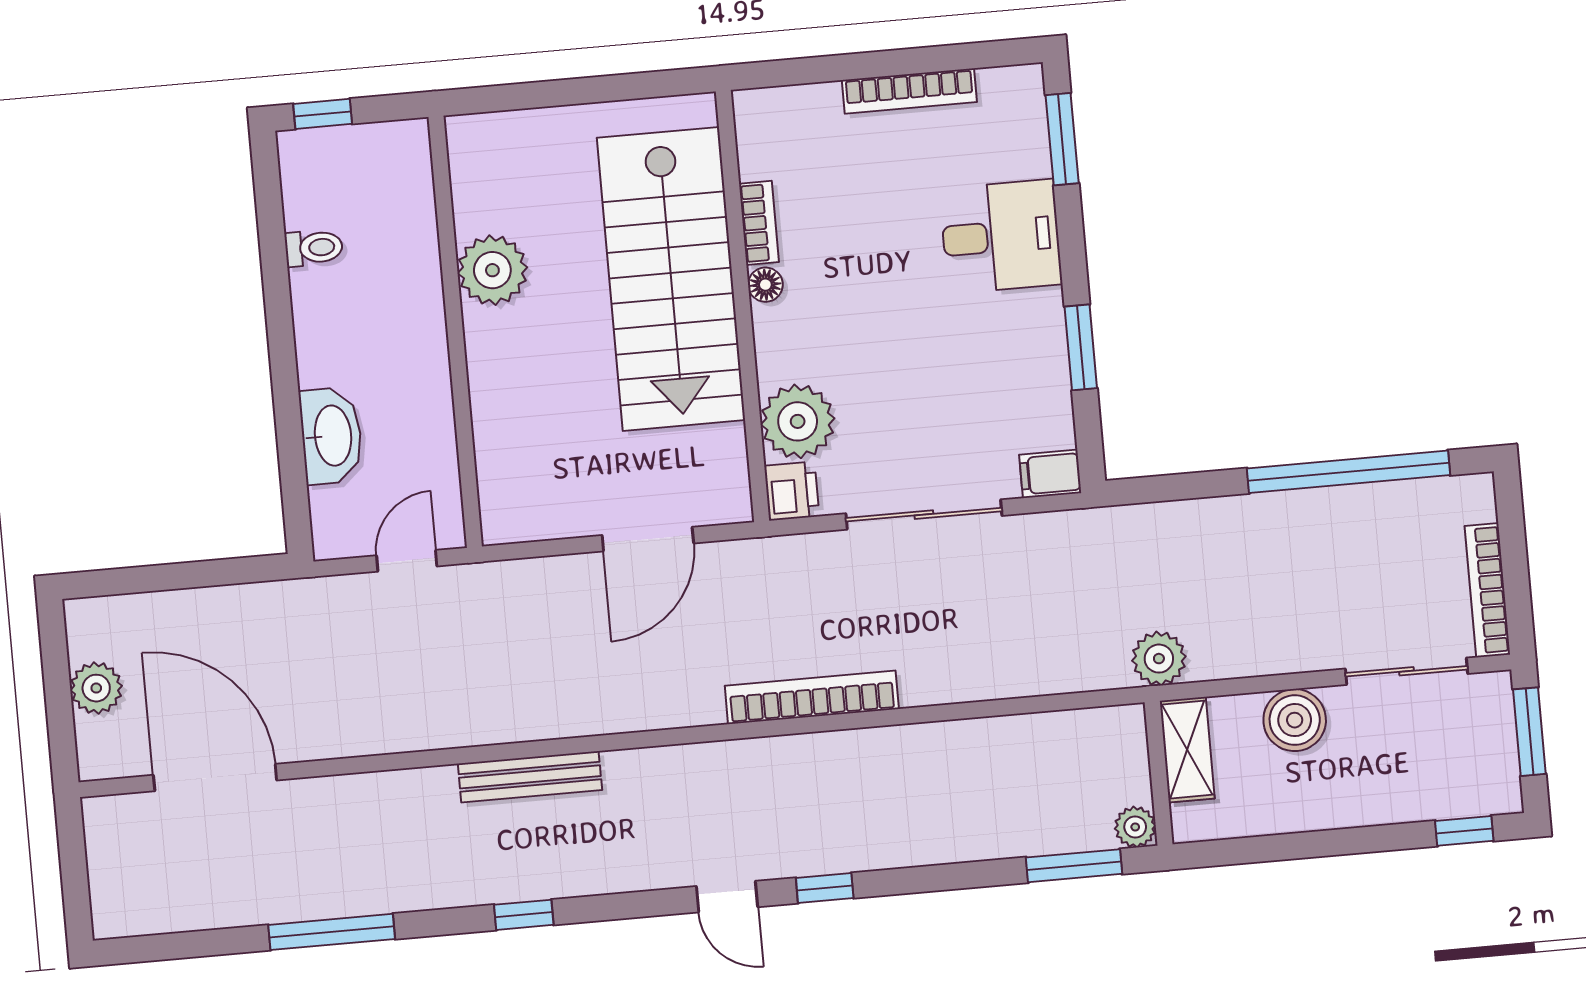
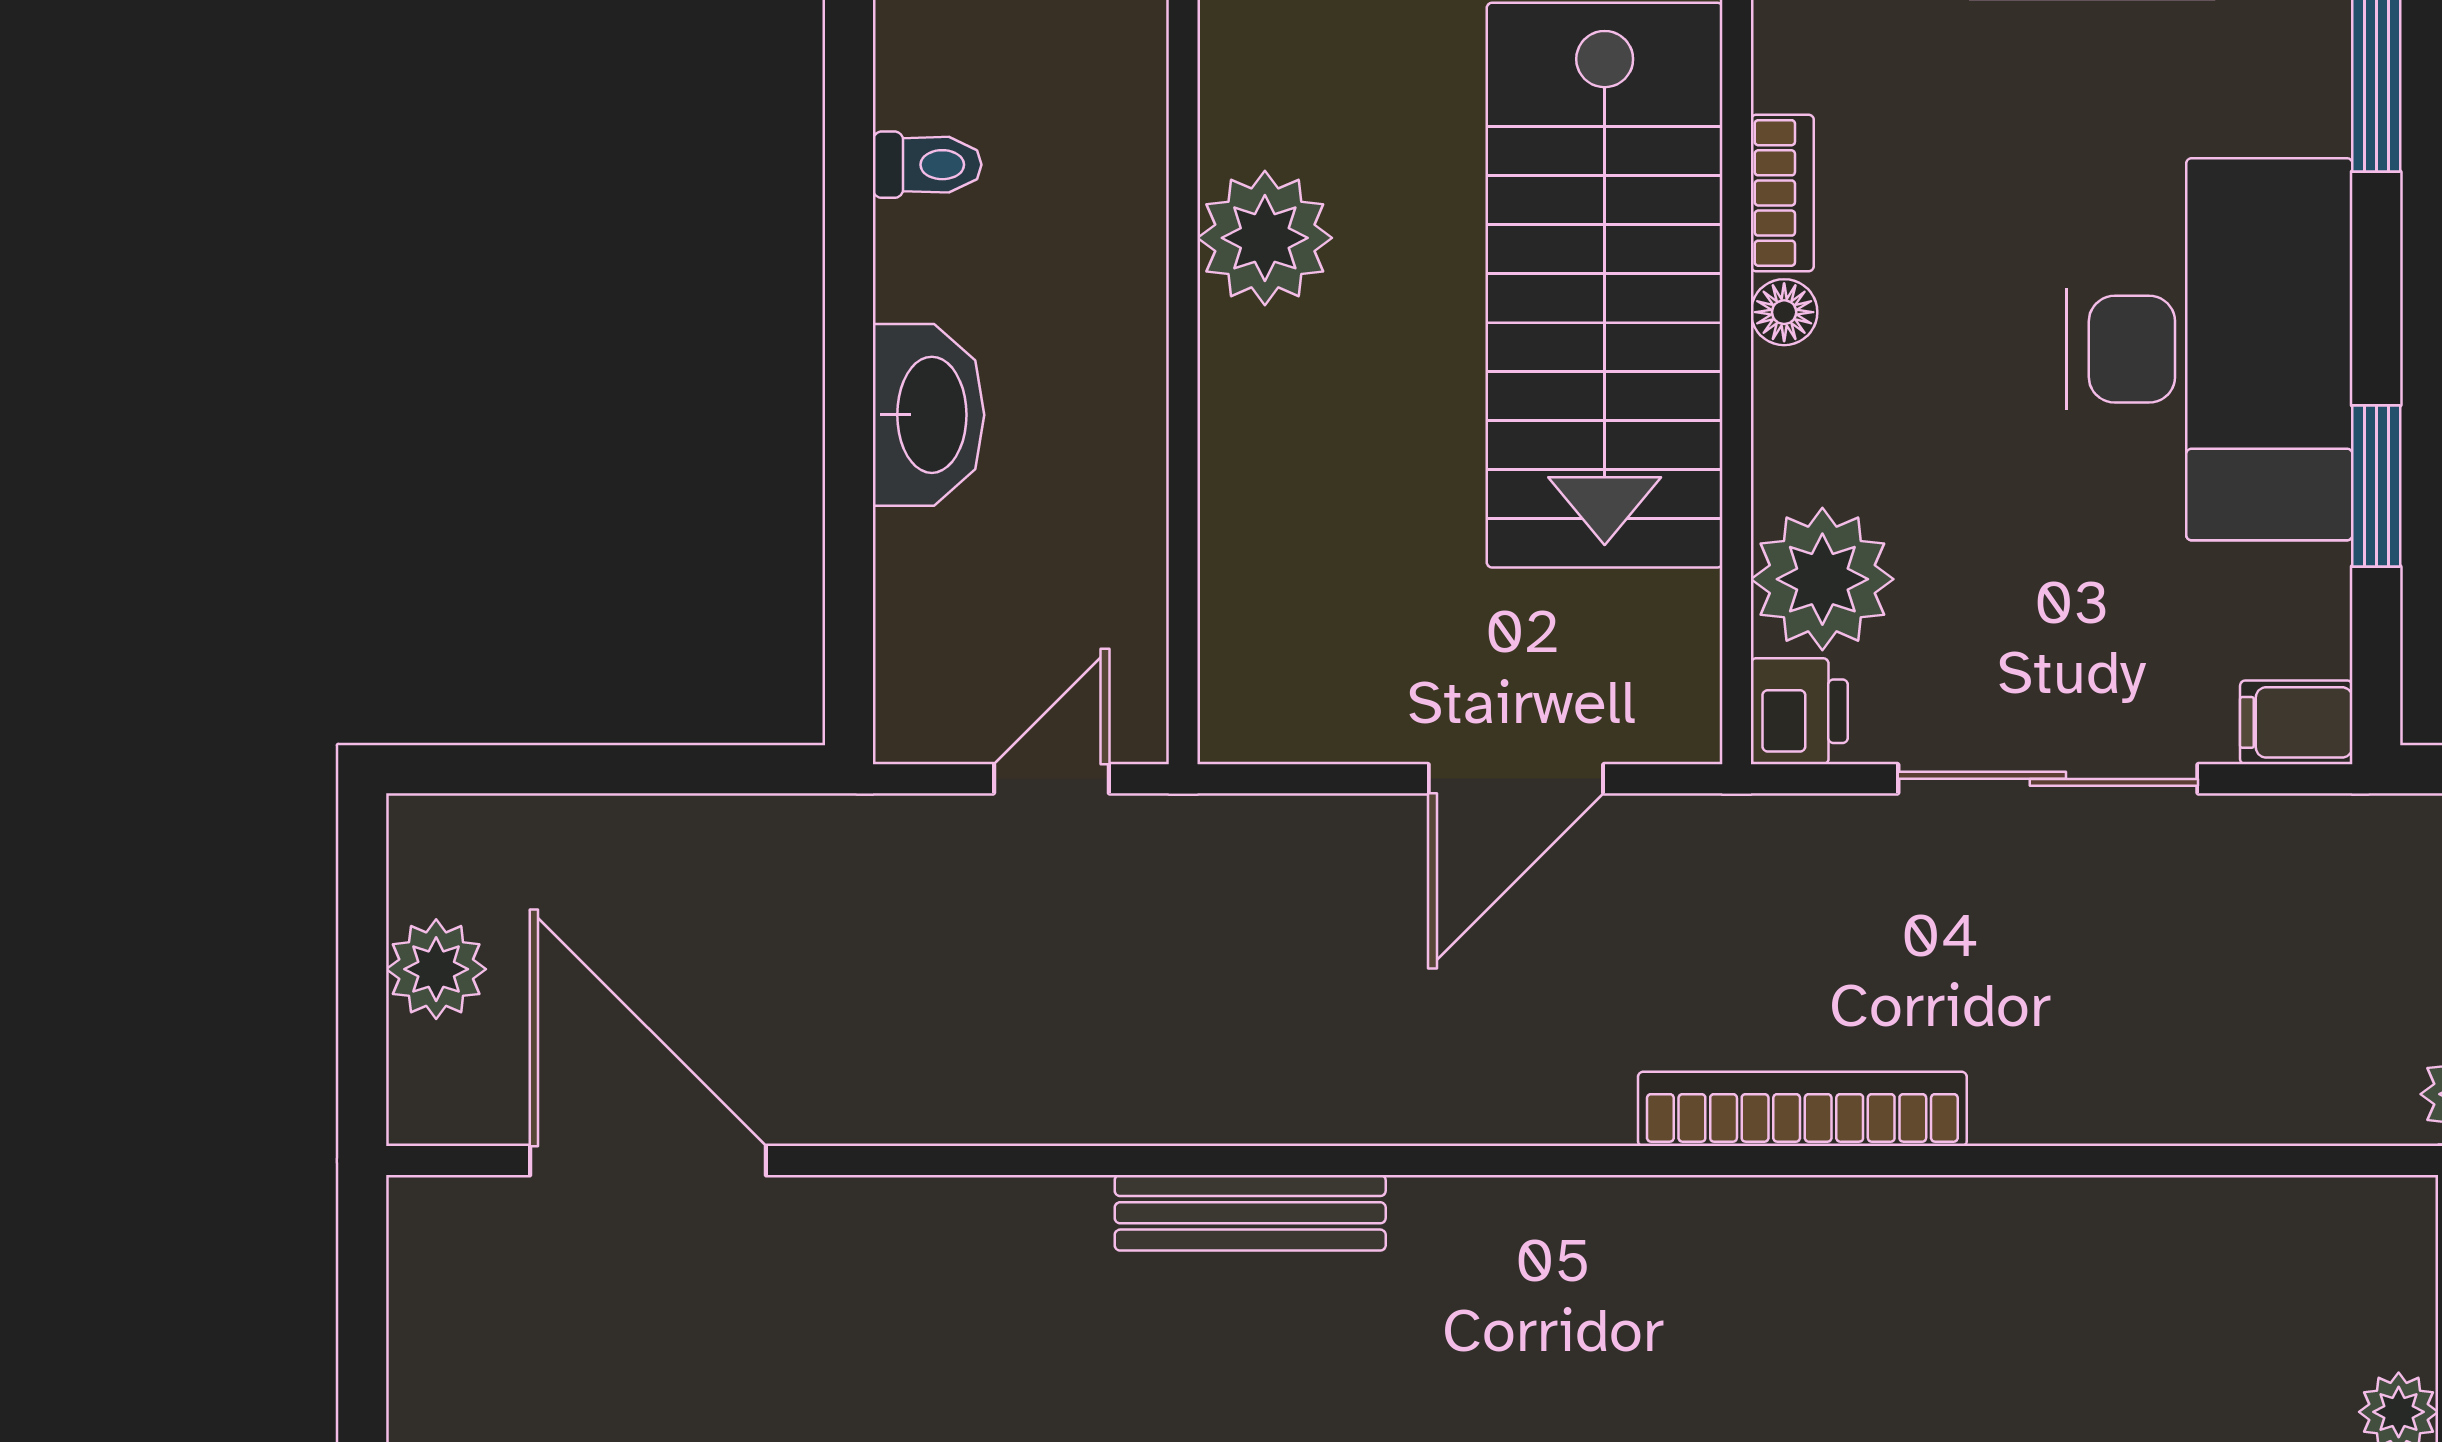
desk: (1001, 236) -> (2209, 349), width x1.87, depth x1.30
washbasin: (331, 436) -> (928, 415), moved

